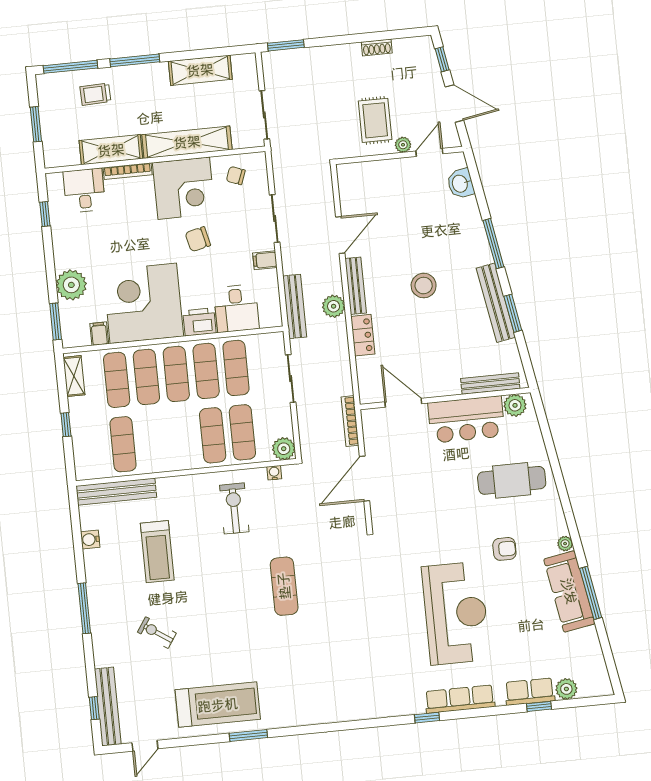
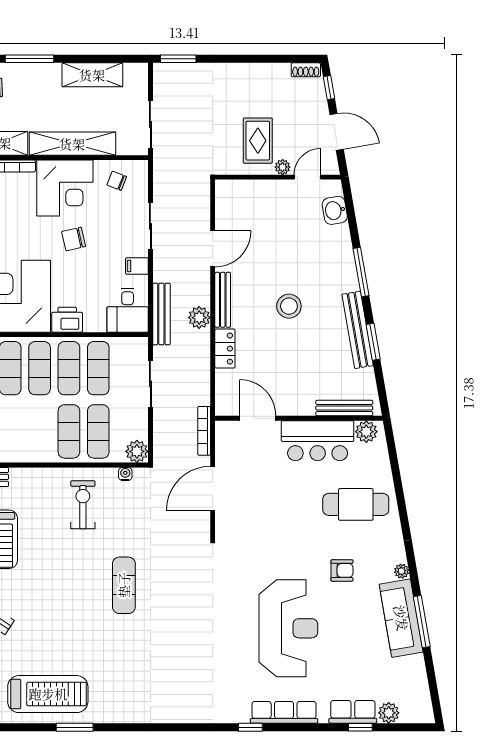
shoe rack: (377, 47) -> (306, 70), moved
desk: (236, 308) -> (128, 310), moved

